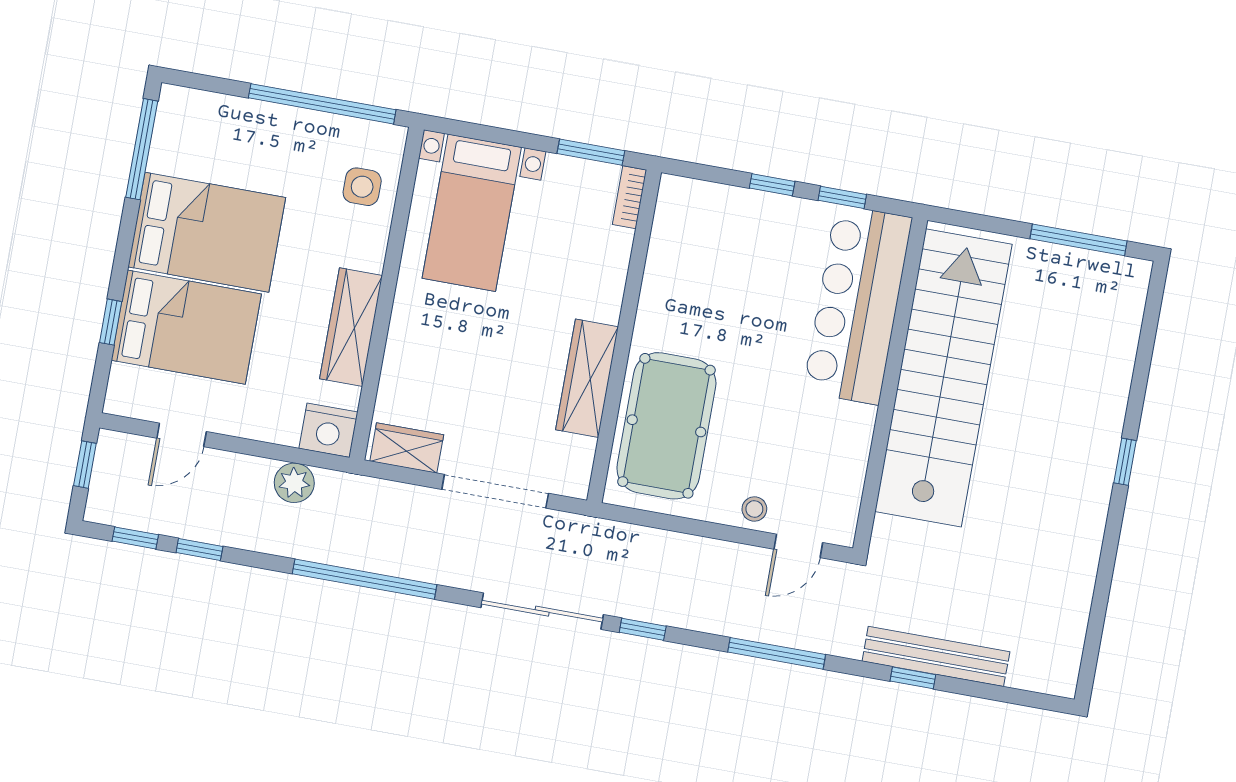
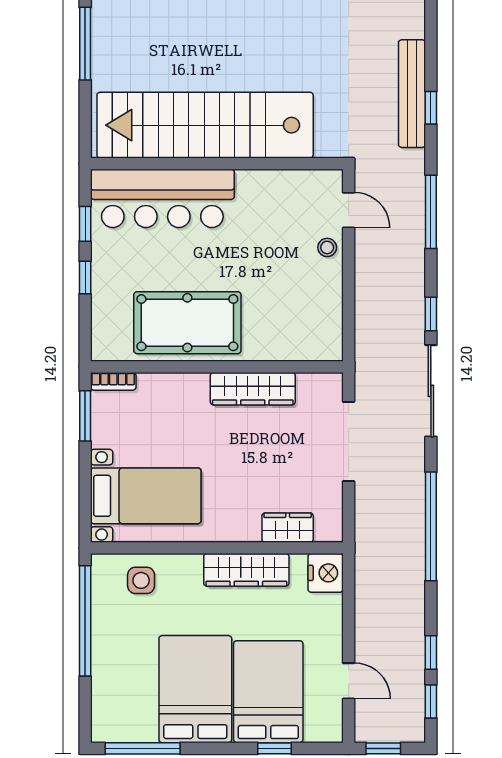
pool table: (666, 426) -> (187, 323), moved
wardrobe: (407, 448) -> (288, 528), moved, turned 90
plant: (294, 483) -> (369, 591), removed

